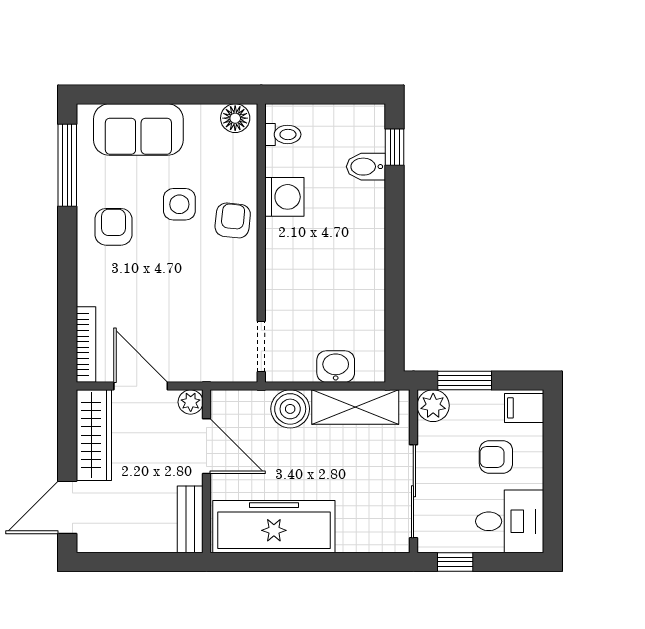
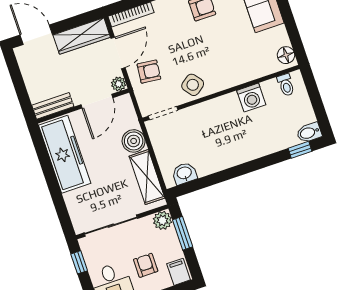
bidet: (366, 167) -> (309, 133), moved, turned -90
side table: (179, 204) -> (193, 85), moved, turned -37
armchair: (233, 220) -> (149, 72), moved
washbasin: (336, 367) -> (184, 173), moved, turned -90

